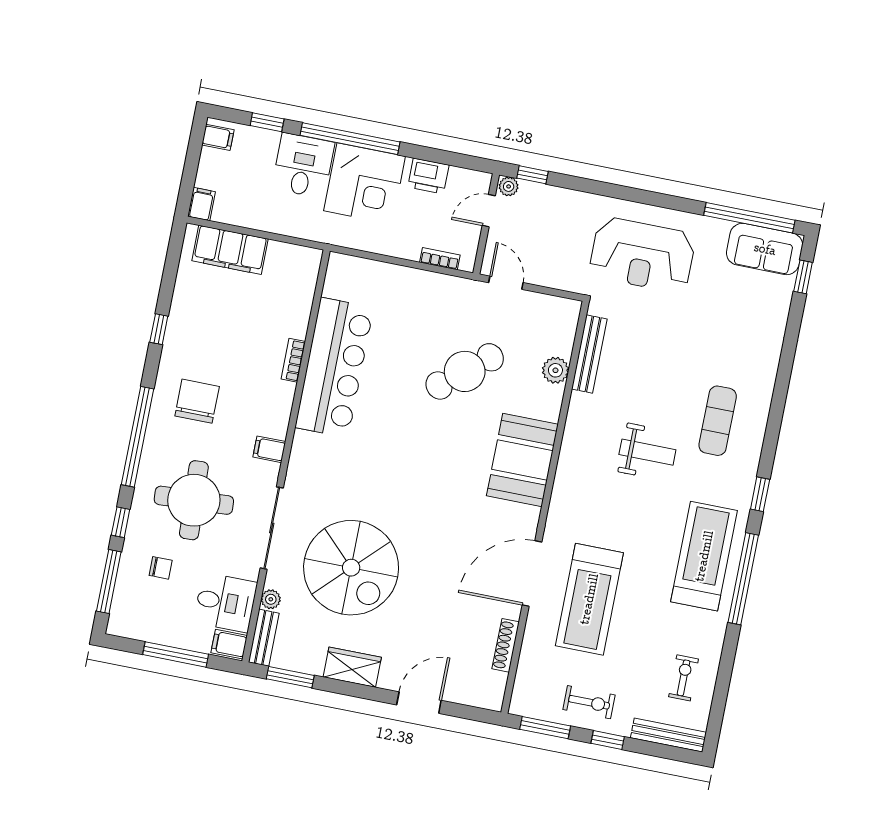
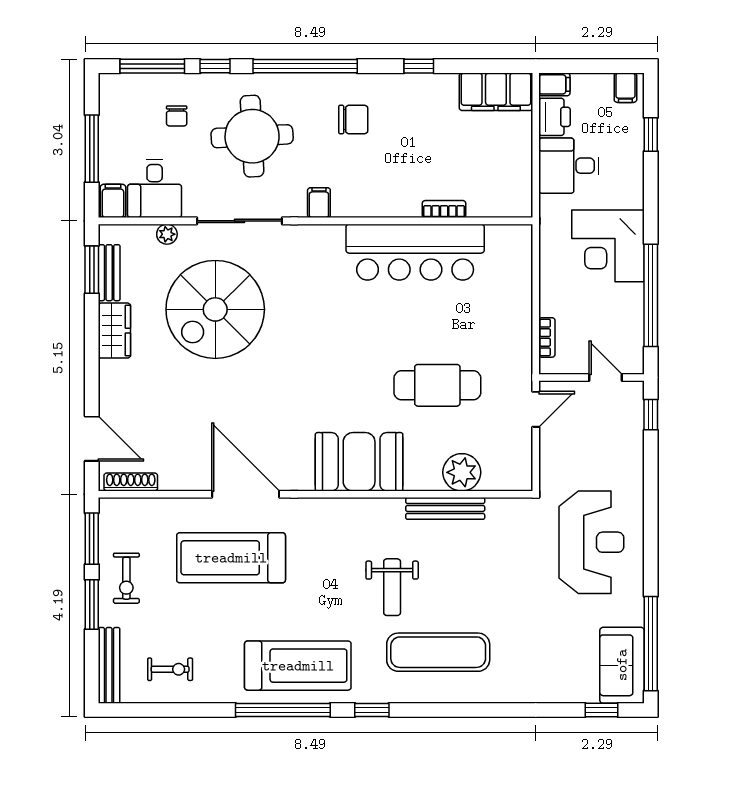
window: (350, 139) -> (651, 295), moved
desk: (303, 165) -> (569, 166), moved, turned 180
printer: (428, 176) -> (555, 117), moved, turned 180
plant: (509, 186) -> (634, 393), removed
filing cabinet: (230, 250) -> (496, 92), moved, turned -90
reception desk: (642, 255) -> (591, 542), turned 180
bench: (589, 354) -> (445, 508), moved
bookcase: (293, 360) -> (444, 209), moved
plant: (555, 370) -> (462, 472), width x1.36, depth x1.36
cafe table: (465, 371) -> (437, 385), turned -50
chair: (197, 401) -> (353, 120), width x0.73, depth x0.73
exercise mat: (718, 421) -> (438, 652), width x1.36, depth x1.45
bench: (264, 638) -> (109, 273), moved, turned 90
shoe rack: (506, 645) -> (131, 482), moved
door: (419, 703) -> (92, 439), moved
window: (608, 740) -> (92, 605), width x1.50

